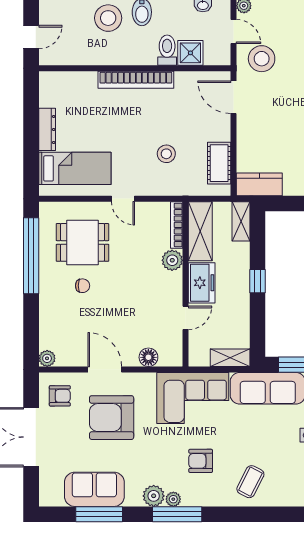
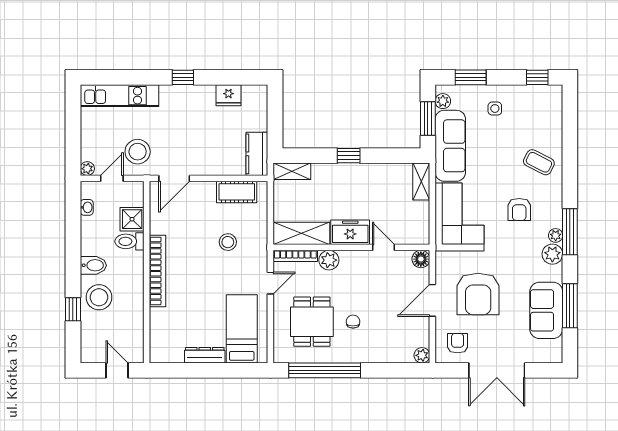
bookcase: (177, 225) -> (295, 256), moved
shelving: (200, 231) -> (301, 233), moved
plant: (172, 260) -> (329, 260), moved
freezer: (202, 283) -> (350, 232), moved
wall: (186, 284) -> (351, 247), moved
door: (186, 318) -> (383, 247), moved

